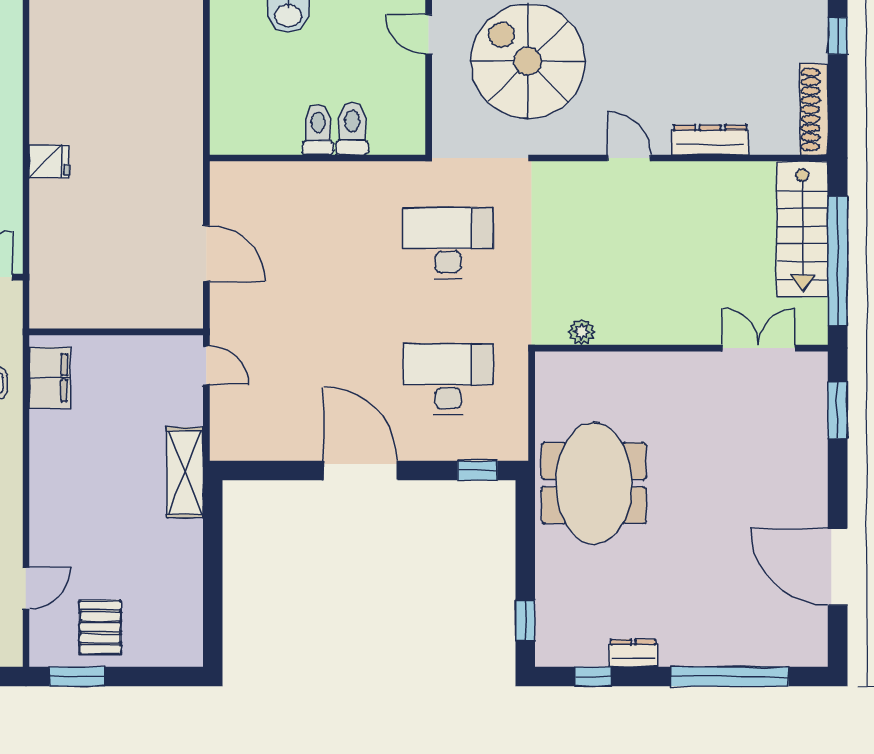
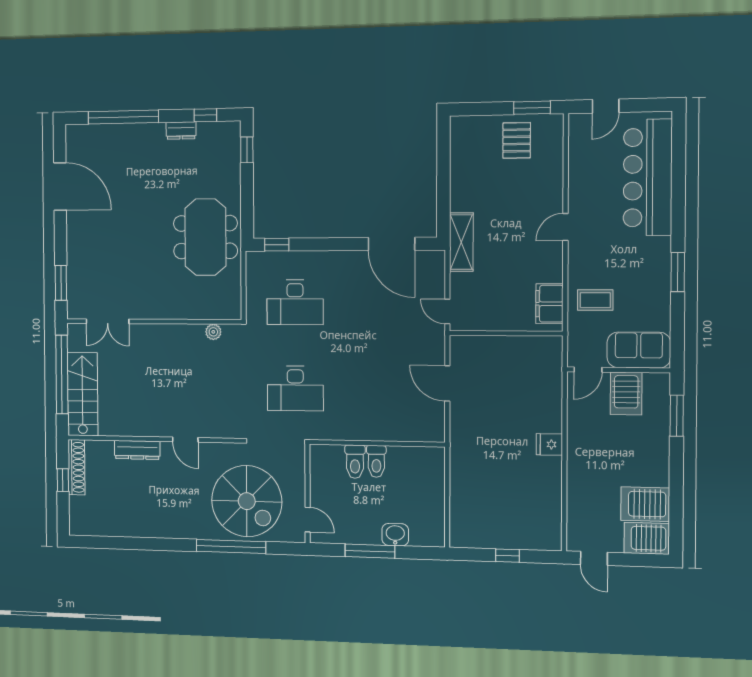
window: (838, 36) -> (63, 480), moved
door: (361, 470) -> (391, 244), moved
door: (26, 588) -> (565, 227), moved

